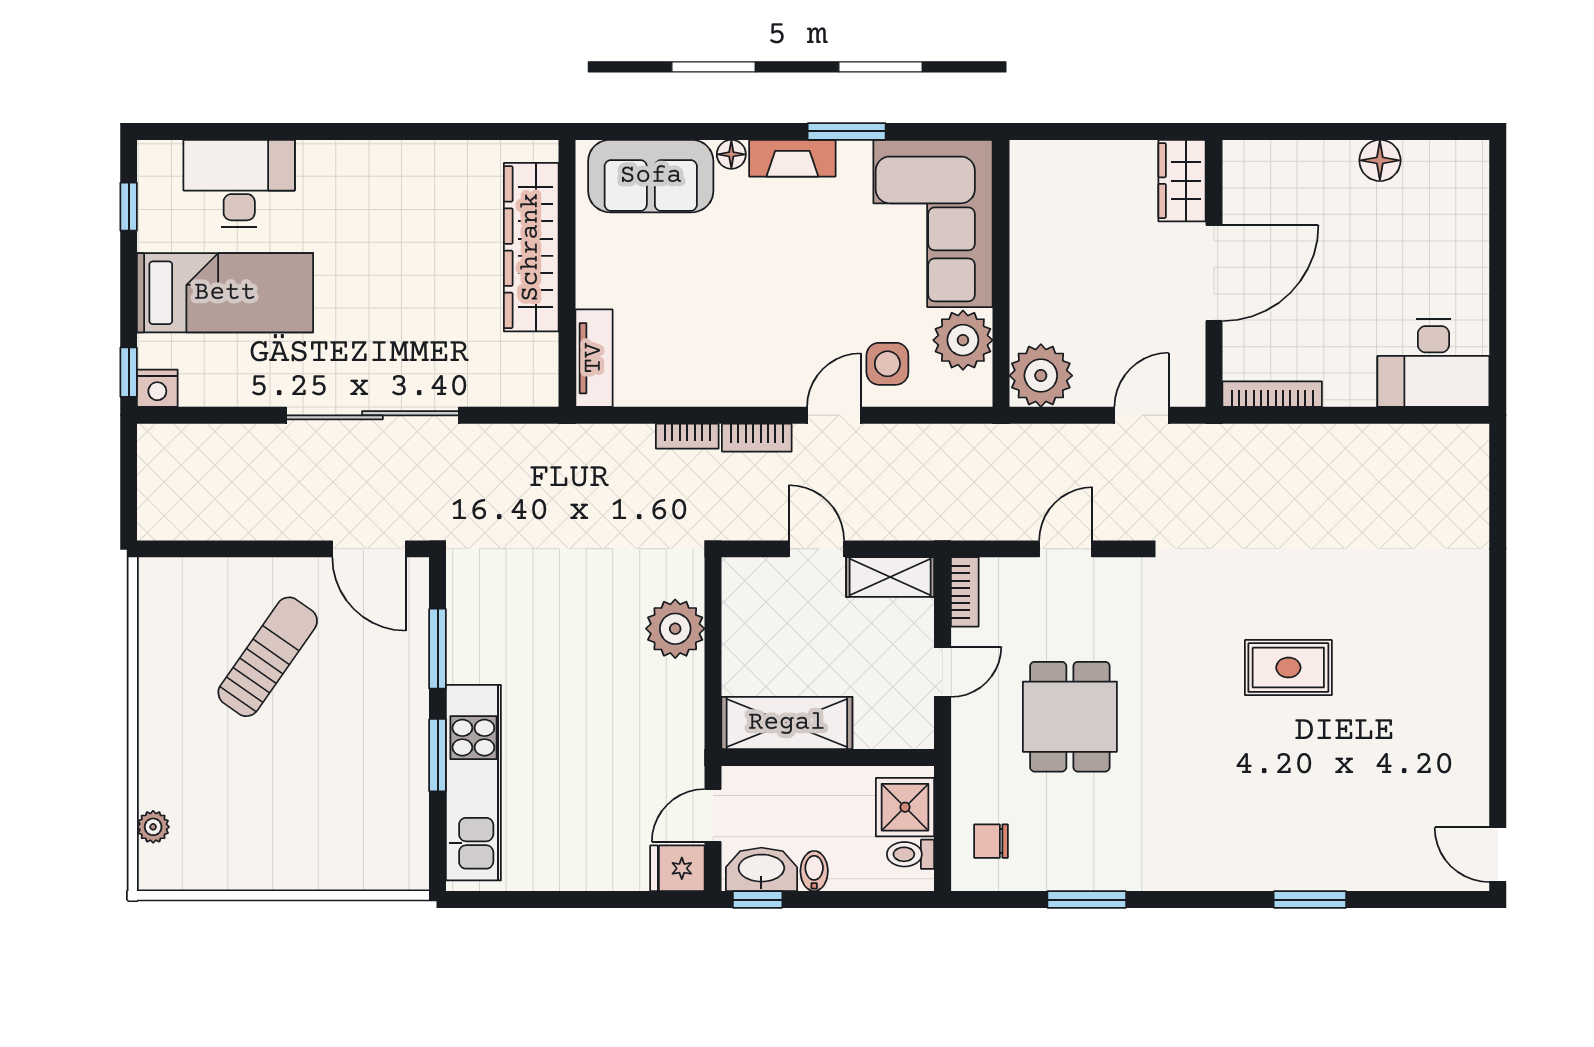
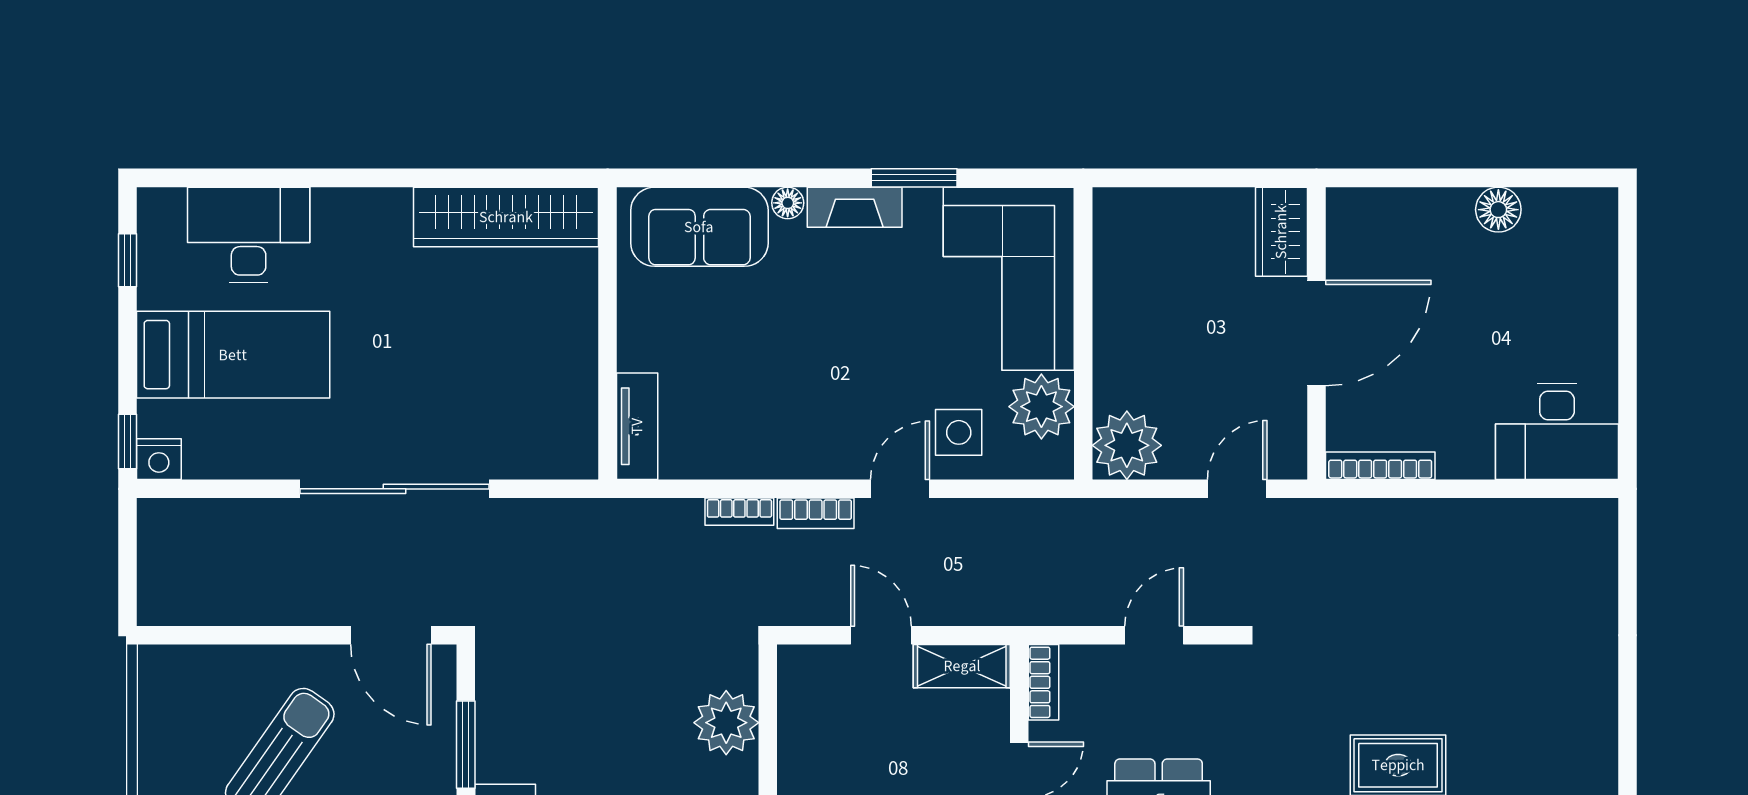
wardrobe: (531, 247) -> (506, 217), moved, turned -90

